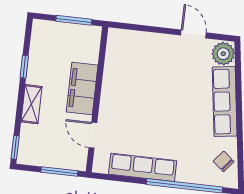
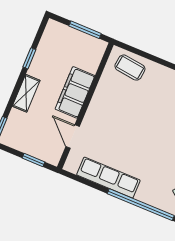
coffee table: (132, 46) -> (130, 68), added
window: (59, 171) -> (34, 160), width x0.67

